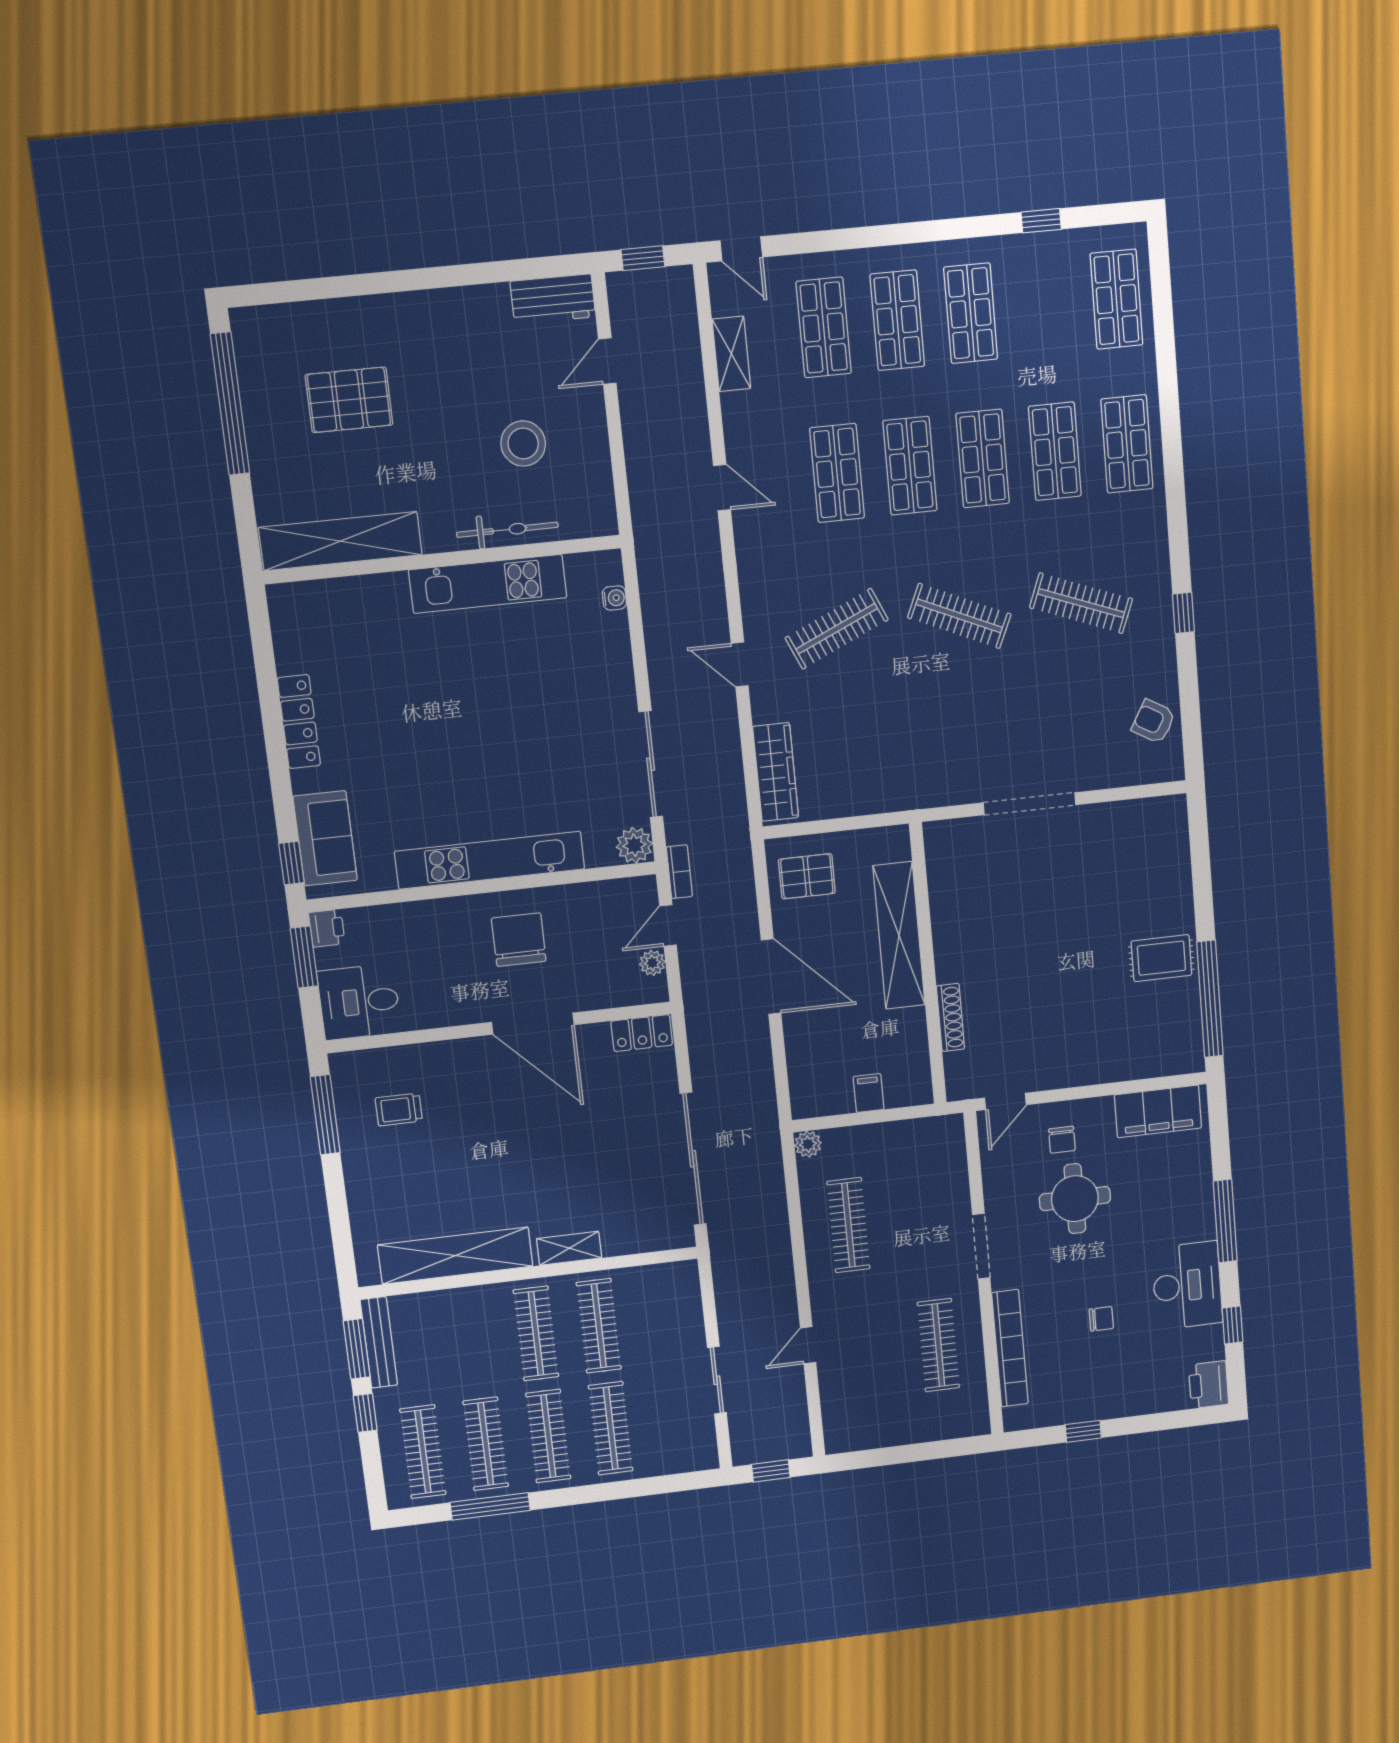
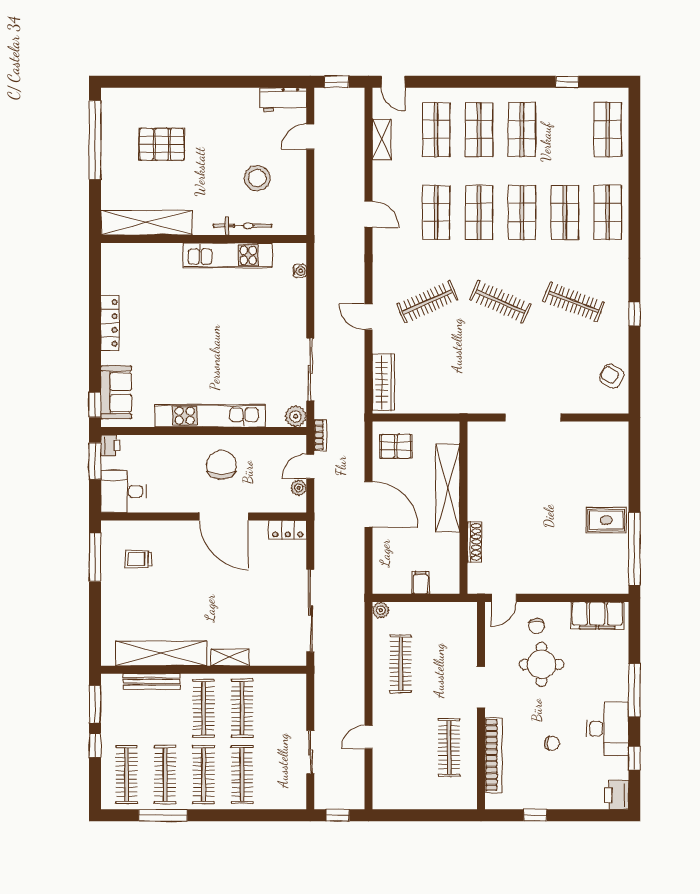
bench: (379, 1342) -> (151, 681), moved, turned 90

